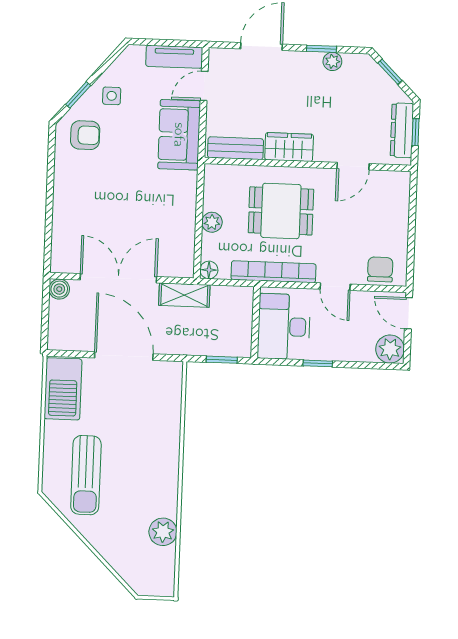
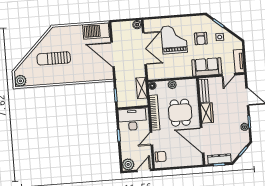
door: (204, 86) -> (228, 75), swing flipped
armchair: (85, 135) -> (201, 39), moved
door: (353, 166) -> (202, 140), width x1.87
grand piano: (105, 205) -> (174, 39), added
shelving: (184, 295) -> (142, 88), moved
door: (124, 356) -> (113, 55), swing flipped
sun lounger: (86, 475) -> (54, 58), moved
plant: (163, 532) -> (20, 81), moved

